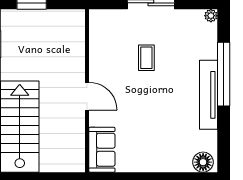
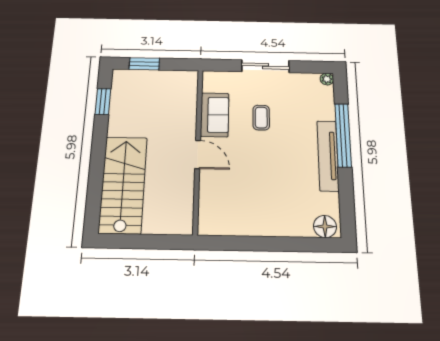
sofa: (102, 150) -> (215, 115), moved

